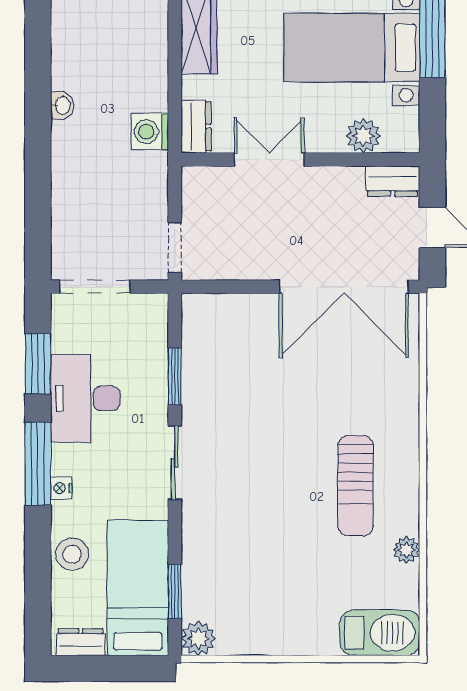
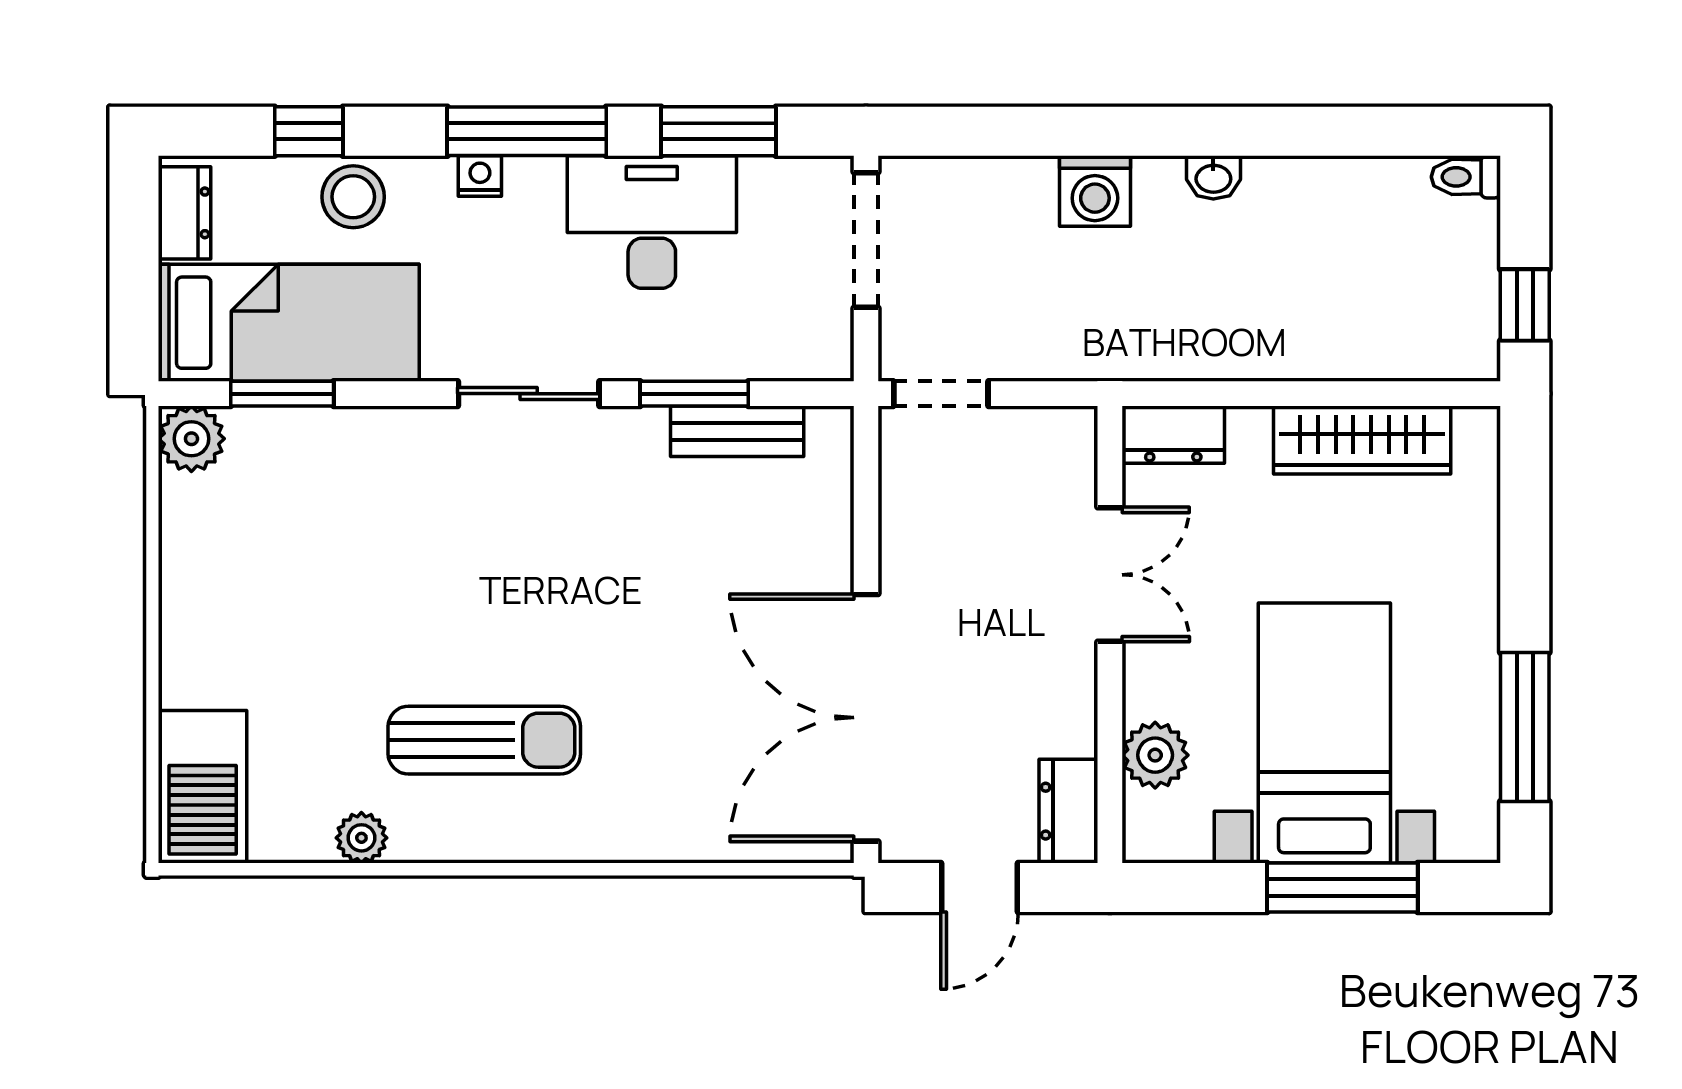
washing machine: (150, 132) -> (1095, 191), moved, turned 180
bench: (194, 354) -> (737, 431), added
sun lounger: (356, 486) -> (484, 740), turned 180
window: (38, 577) -> (309, 131), added

